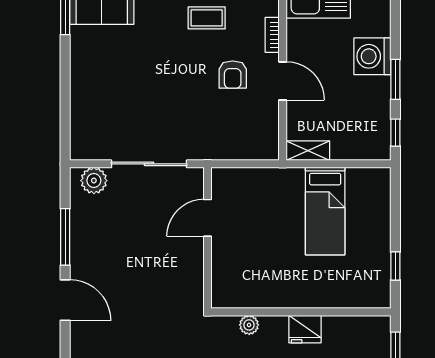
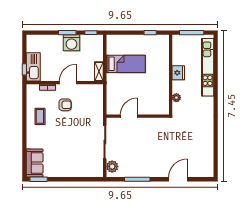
washing machine: (372, 56) -> (71, 43), moved
door: (207, 218) -> (129, 116), swing flipped
door: (65, 300) -> (178, 179), moved

